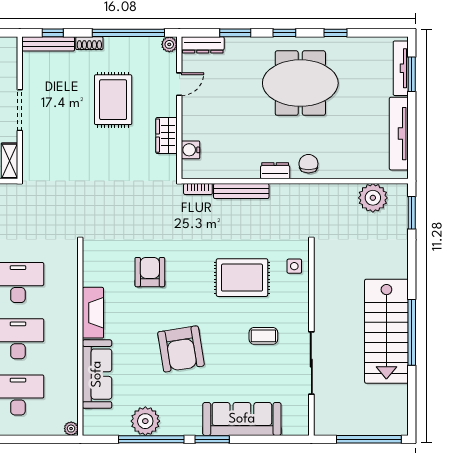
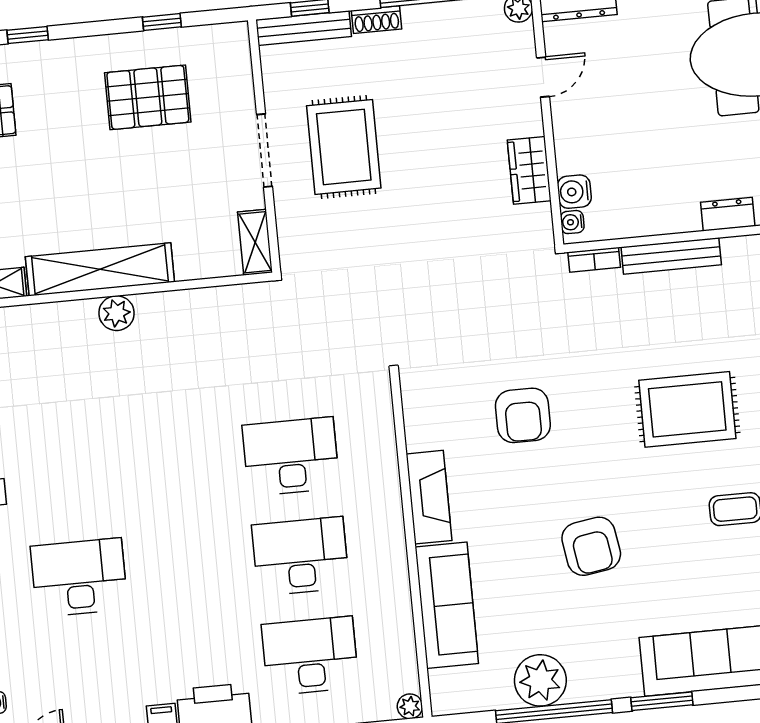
rug: (113, 100) -> (344, 147), moved
water cooler: (188, 167) -> (572, 222), added
armchair: (150, 272) -> (523, 415), turned 180
armchair: (181, 349) -> (591, 546), width x0.73, depth x0.73

